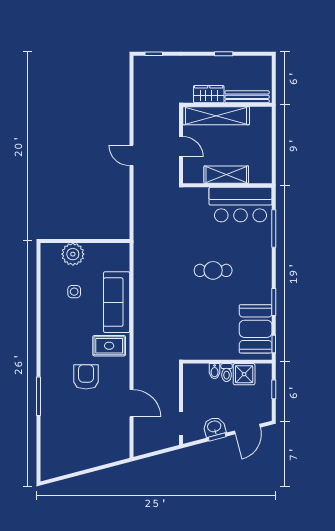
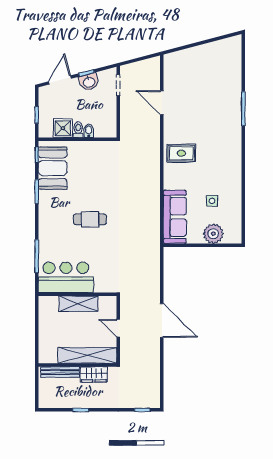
door: (131, 155) -> (162, 320), width x1.87
sofa: (117, 302) -> (175, 217), moved
armchair: (86, 377) -> (202, 126), removed

